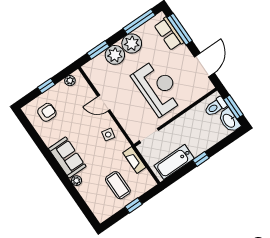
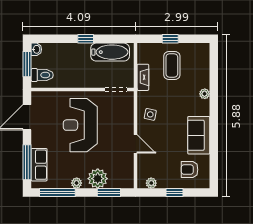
plant: (132, 43) -> (77, 183), width x0.53, depth x0.53
washbasin: (229, 120) -> (36, 49), width x0.52, depth x0.69
sofa: (67, 157) -> (199, 135), moved

